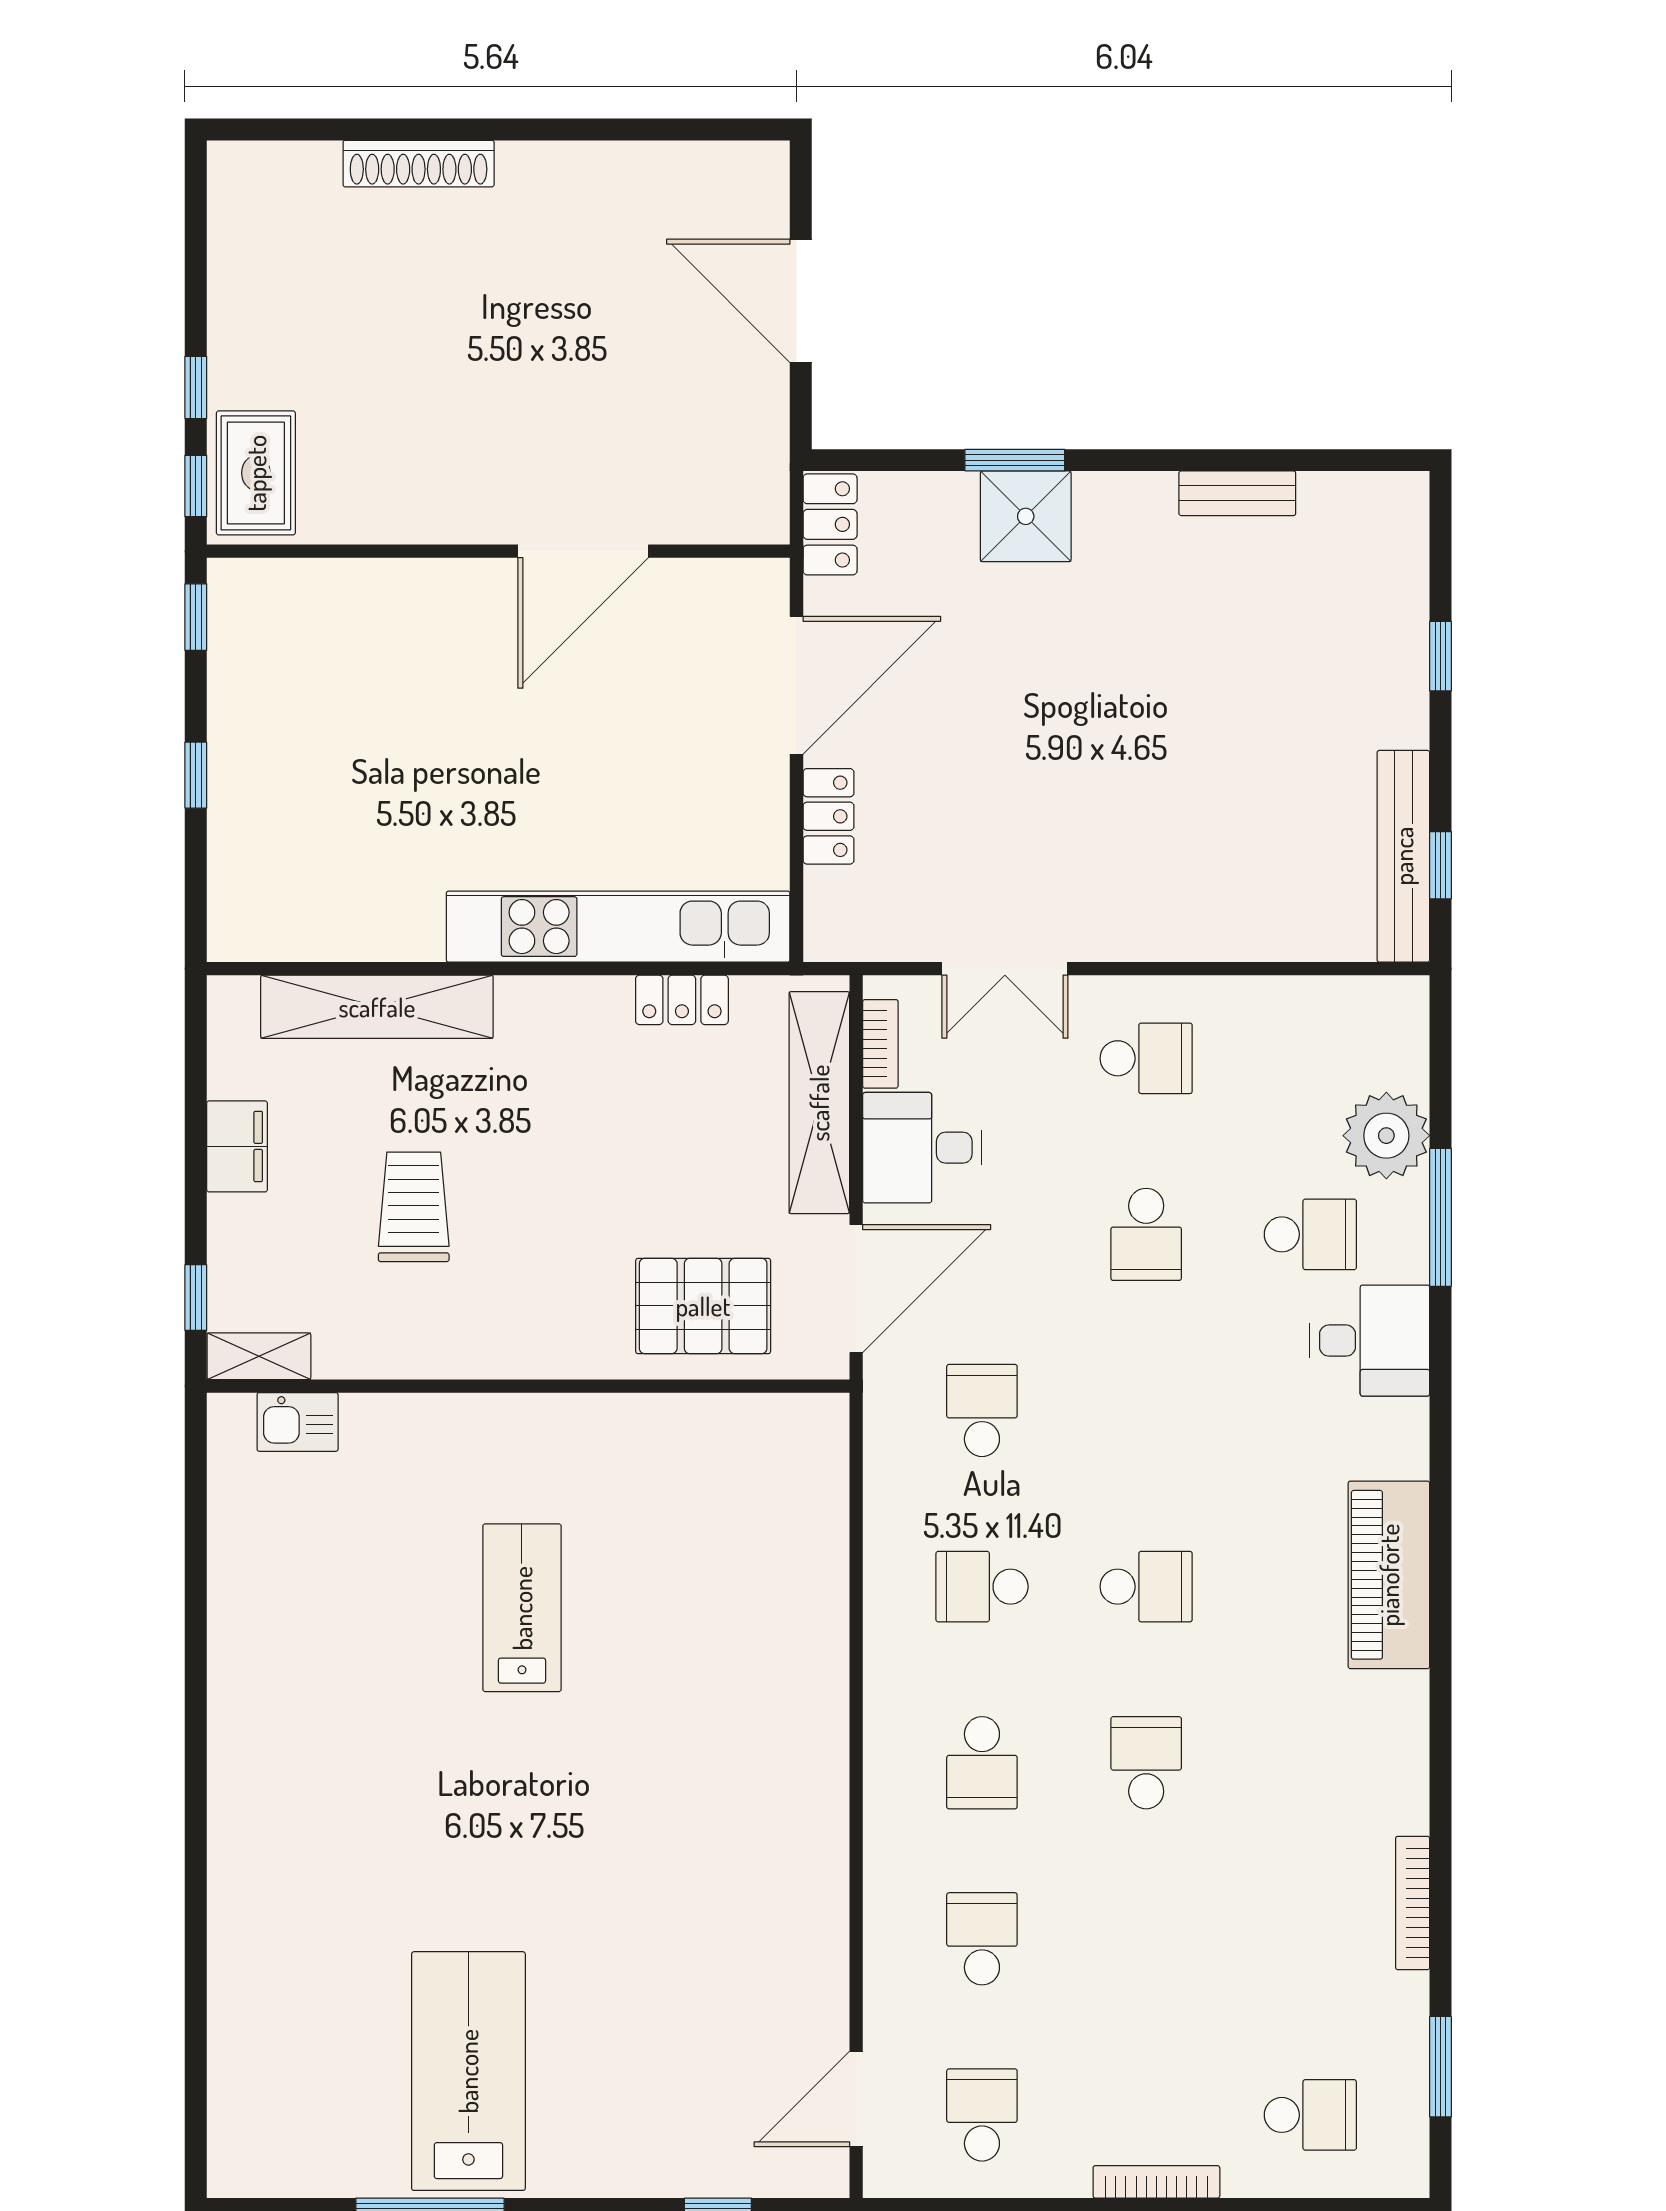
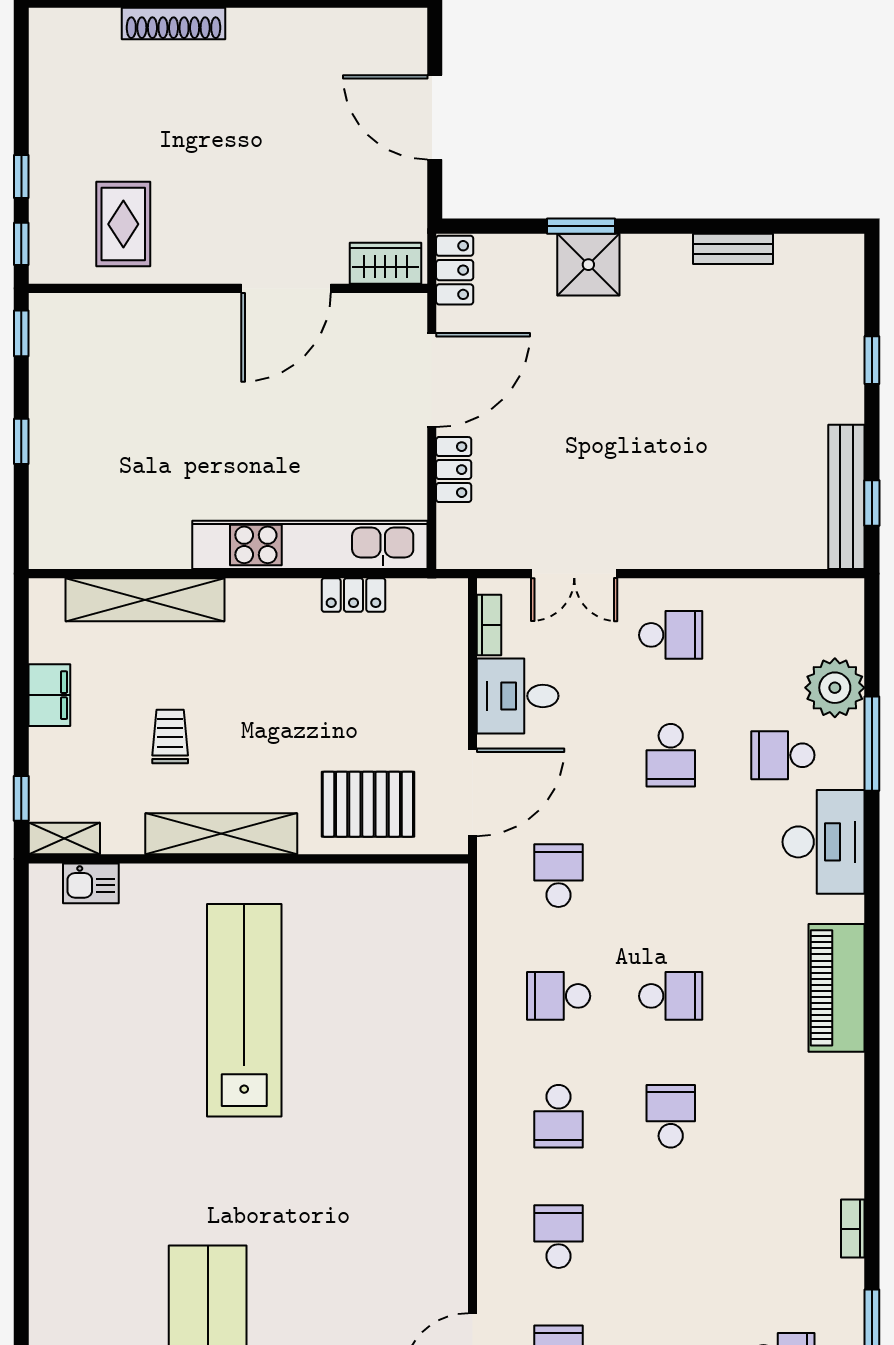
rug: (256, 473) -> (123, 224), moved
wardrobe: (729, 514) -> (385, 263), added
shelving: (819, 1103) -> (221, 834), moved, turned 90
trolley: (414, 1207) -> (170, 736), width x0.73, depth x0.72
school desk: (1310, 1234) -> (783, 755), turned 180
desk: (1370, 1341) -> (824, 842), width x1.37
lab bench: (522, 1608) -> (244, 1010), width x1.86, depth x1.39
bookcase: (1413, 1903) -> (853, 1229), width x0.64

